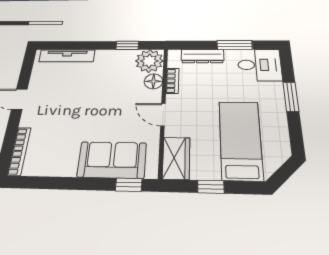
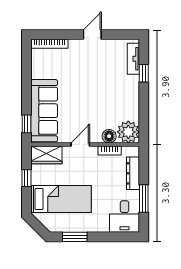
window: (127, 45) -> (144, 73), moved
tv unit: (67, 56) -> (133, 59), width x0.71
window: (291, 97) -> (75, 237), moved
sofa: (112, 160) -> (44, 111), width x1.36

